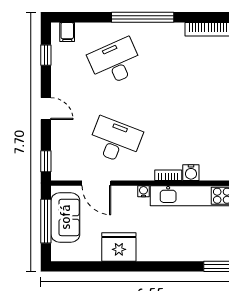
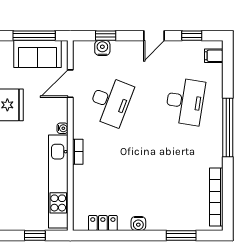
desk: (115, 62) -> (185, 101), turned 33
door: (46, 109) -> (154, 36), moved
window: (46, 161) -> (106, 36), moved
water cooler: (191, 173) -> (102, 48), moved, turned 90

